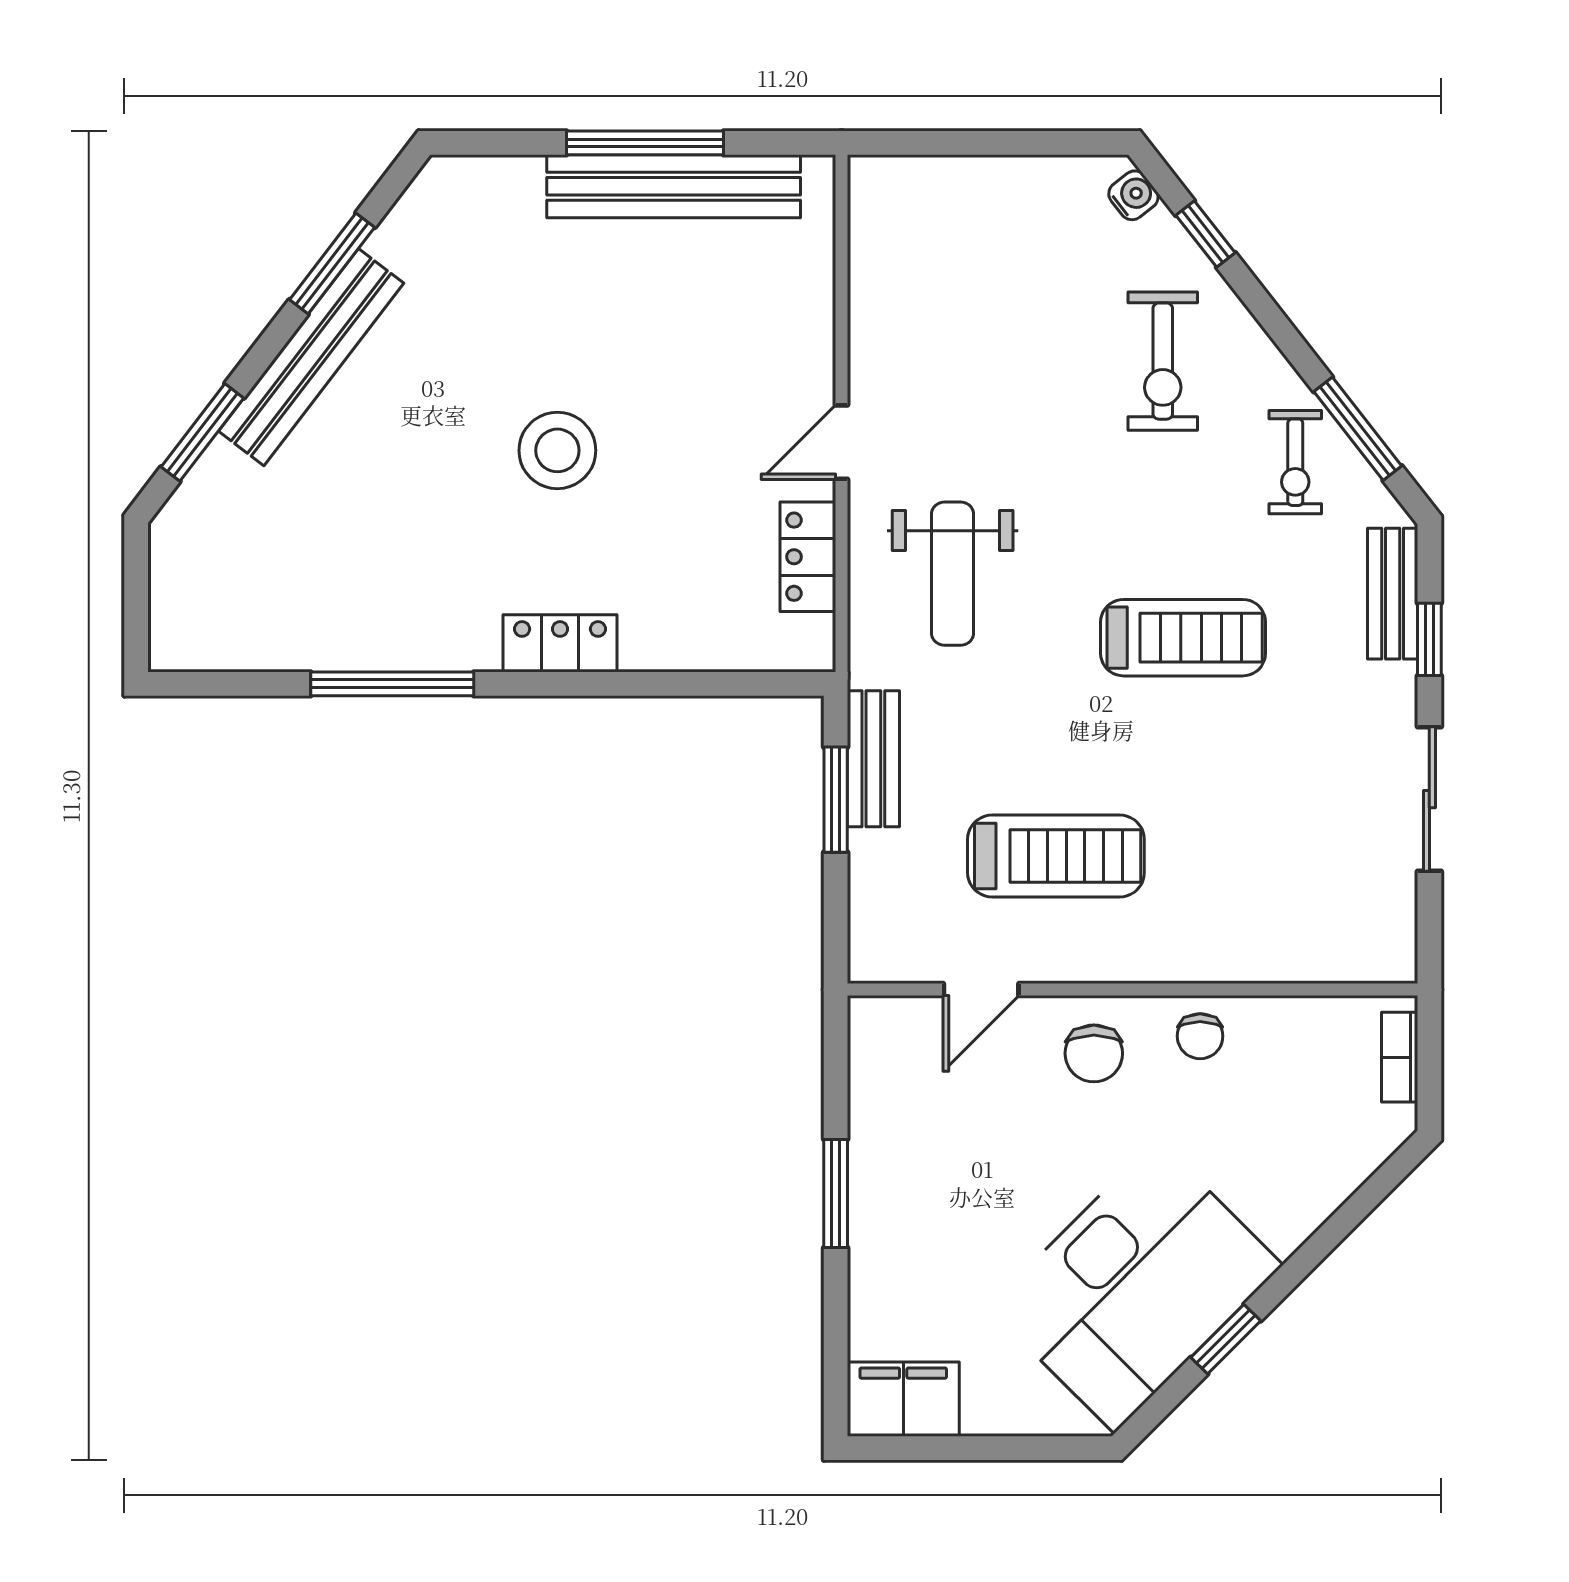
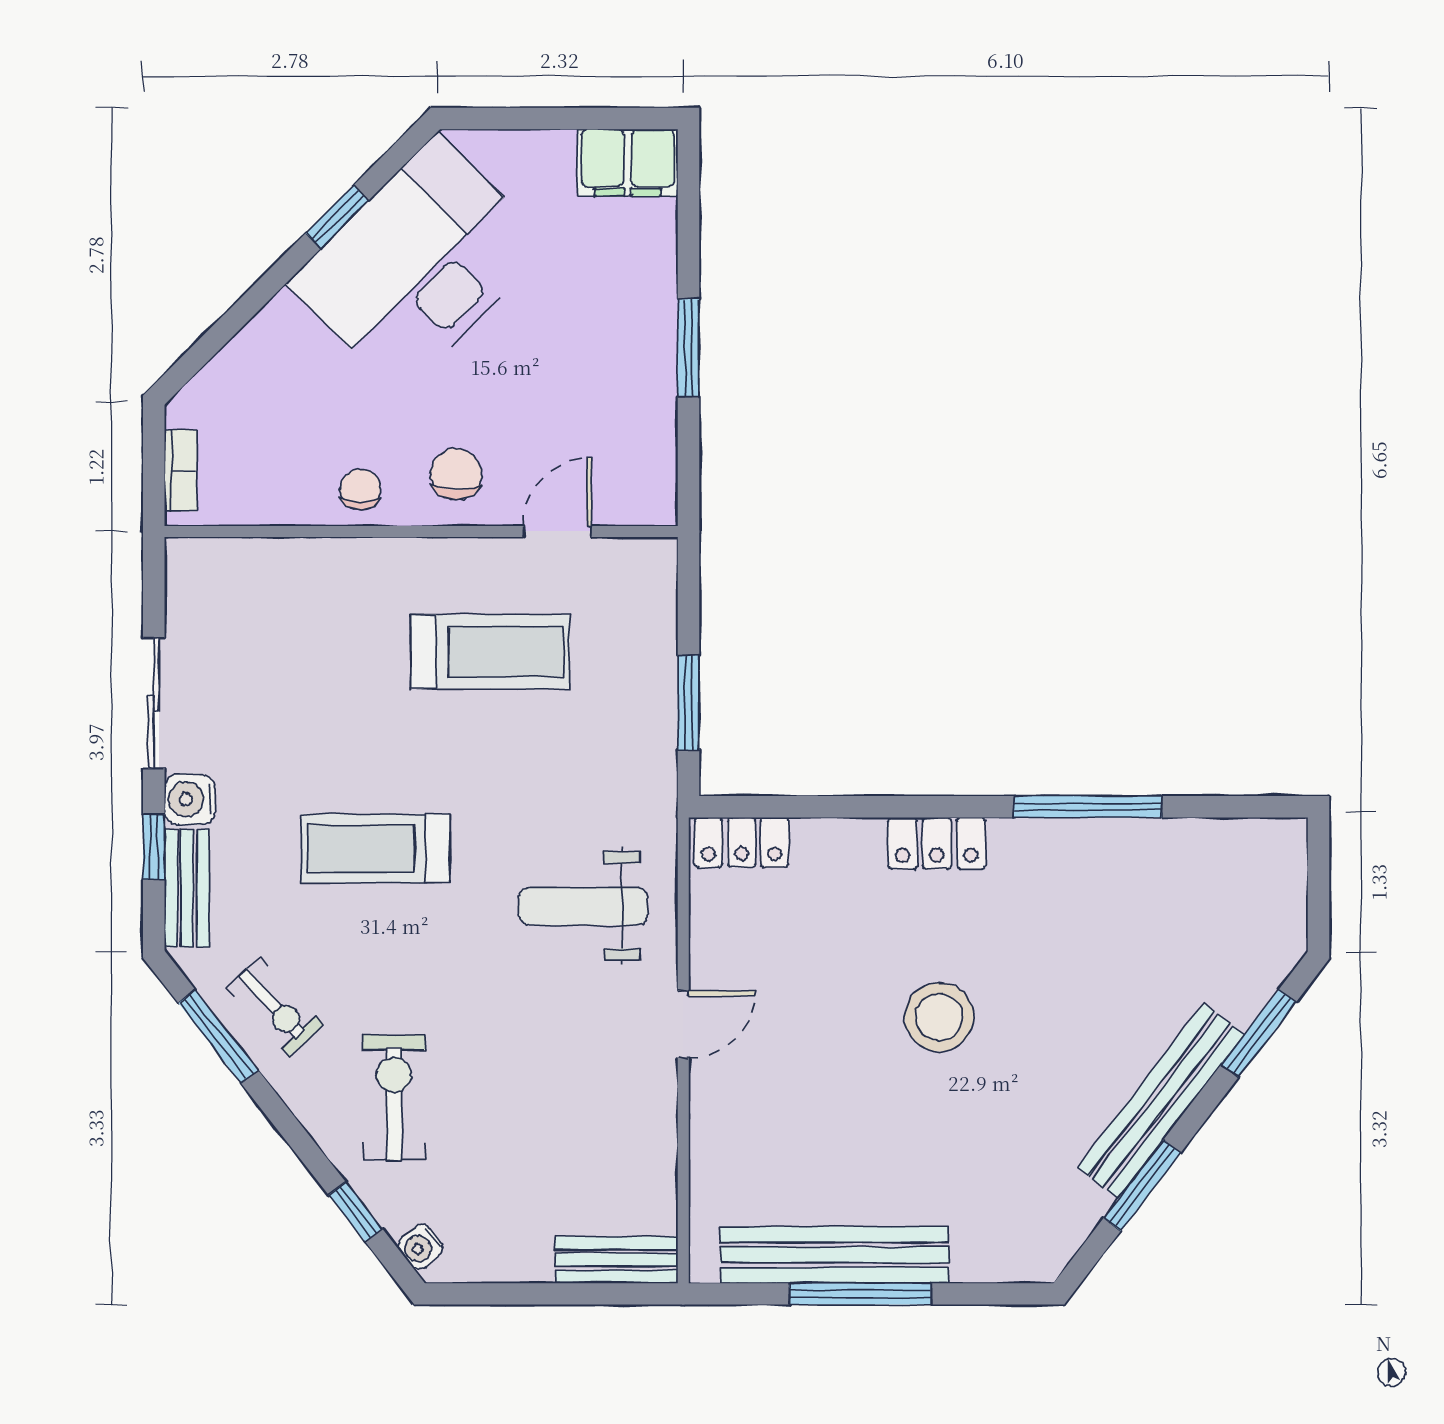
exercise bike: (1295, 462) -> (275, 1006), turned 137
locker: (808, 557) -> (742, 842), moved, turned 90
weight bench: (953, 574) -> (583, 906), turned -90
water cooler: (1389, 692) -> (190, 799), added
bench: (873, 759) -> (617, 1260), moved, turned 90
treadmill: (1056, 856) -> (490, 652), turned 180

